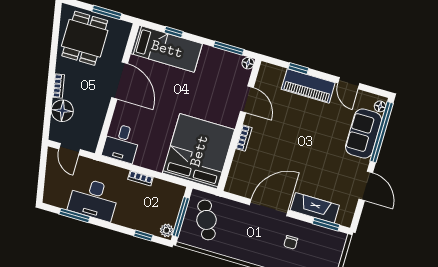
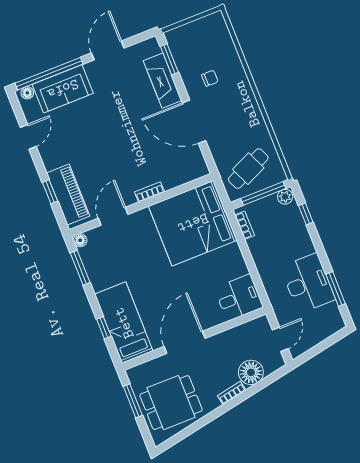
piano: (308, 86) -> (68, 194), moved
bookcase: (140, 178) -> (245, 225), moved

